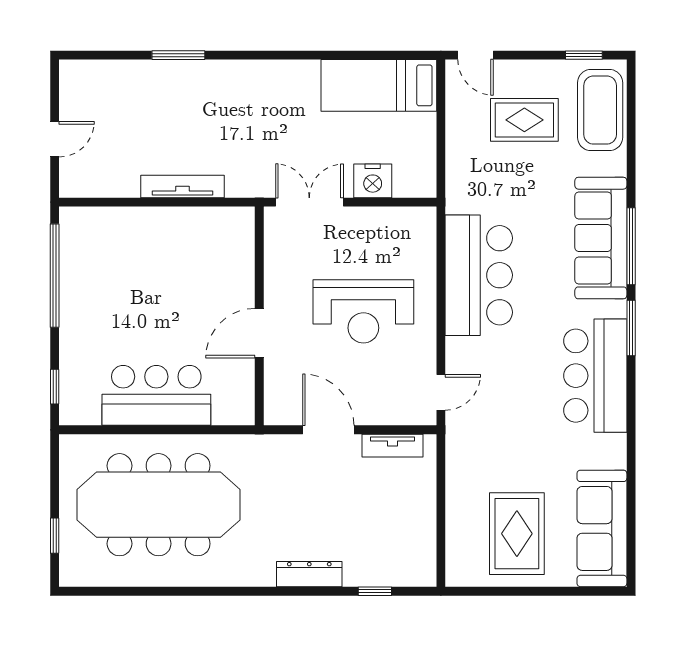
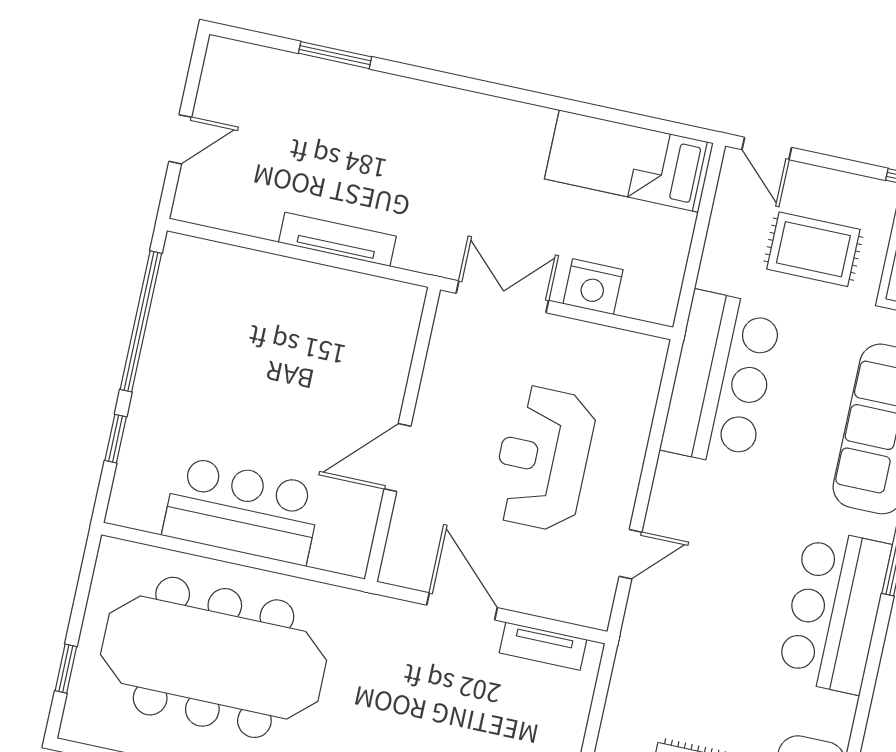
window: (178, 55) -> (335, 55), moved
bar counter: (479, 275) -> (721, 379), moved
reception desk: (363, 311) -> (543, 458), turned 90
window: (55, 387) -> (116, 439), moved
door: (441, 392) -> (631, 554), moved

